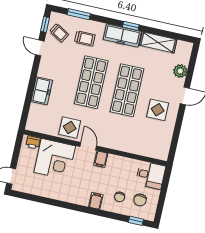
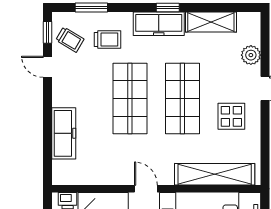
freezer: (42, 91) -> (64, 133), width x1.40
display table: (70, 127) -> (114, 168), removed
shelving: (137, 147) -> (215, 174), added

